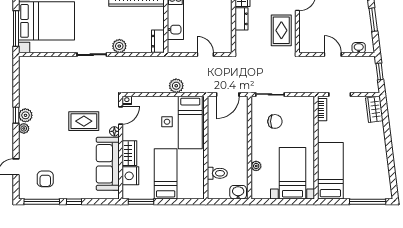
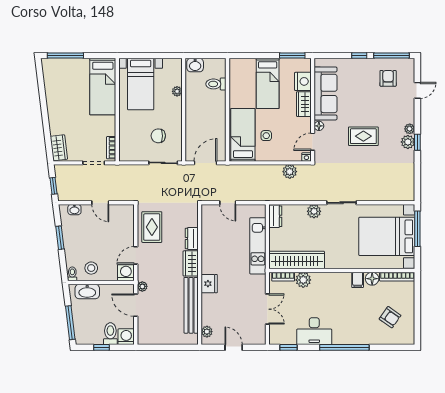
plant: (176, 86) -> (290, 172), moved
rug: (84, 121) -> (363, 136), moved

